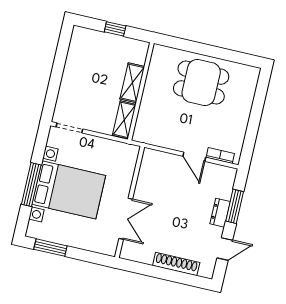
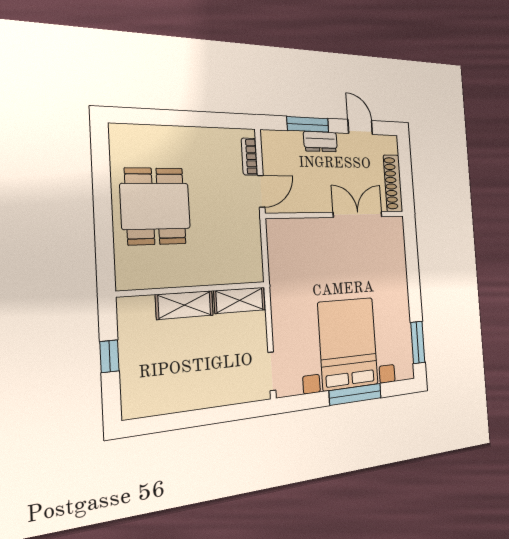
wall: (130, 202) -> (337, 215), moved
double door: (126, 219) -> (358, 214), moved

